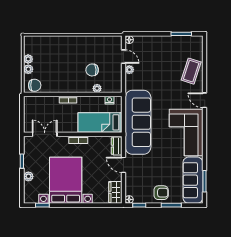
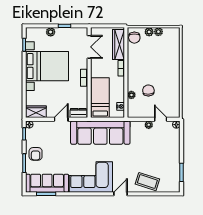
door: (123, 57) -> (161, 119), swing flipped
wardrobe: (42, 102) -> (119, 45), added

